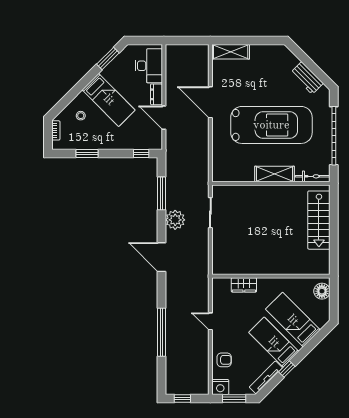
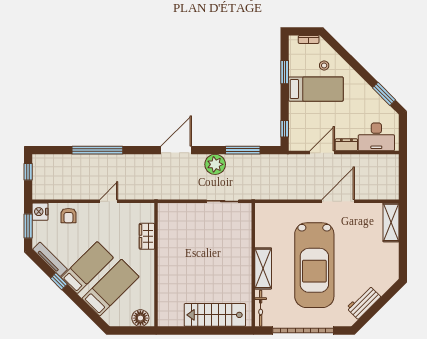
bed: (109, 100) -> (316, 89), moved, turned -135

